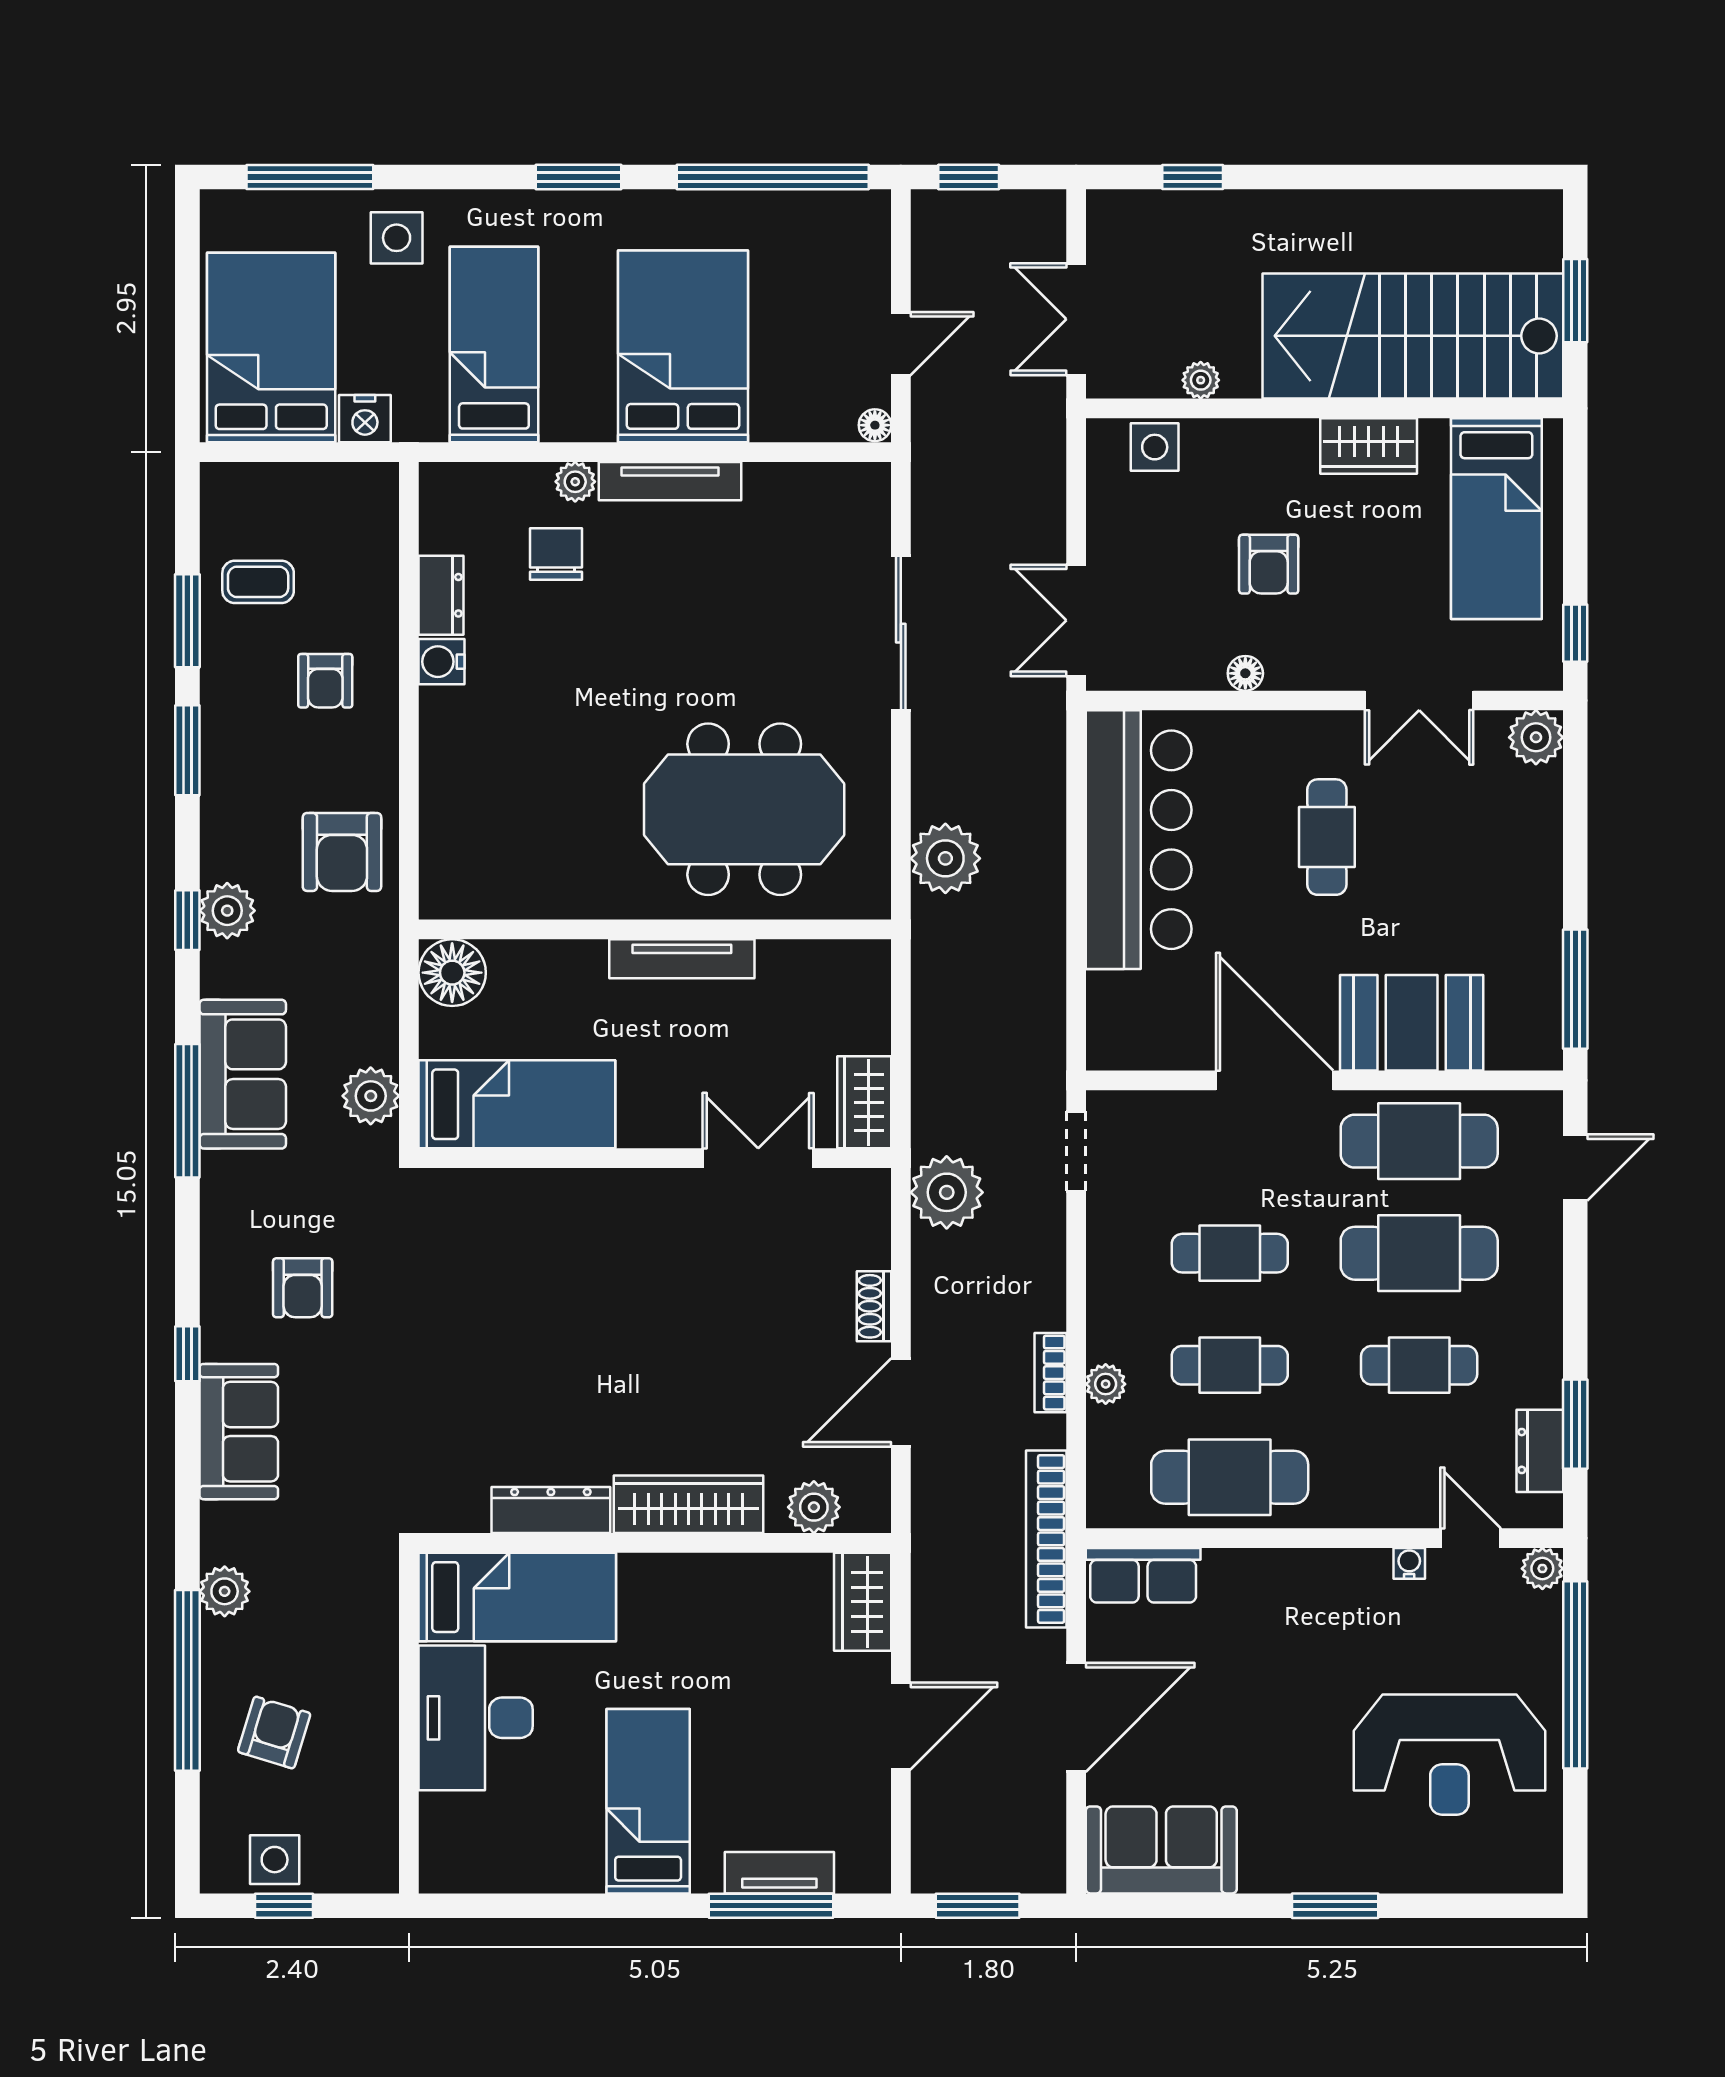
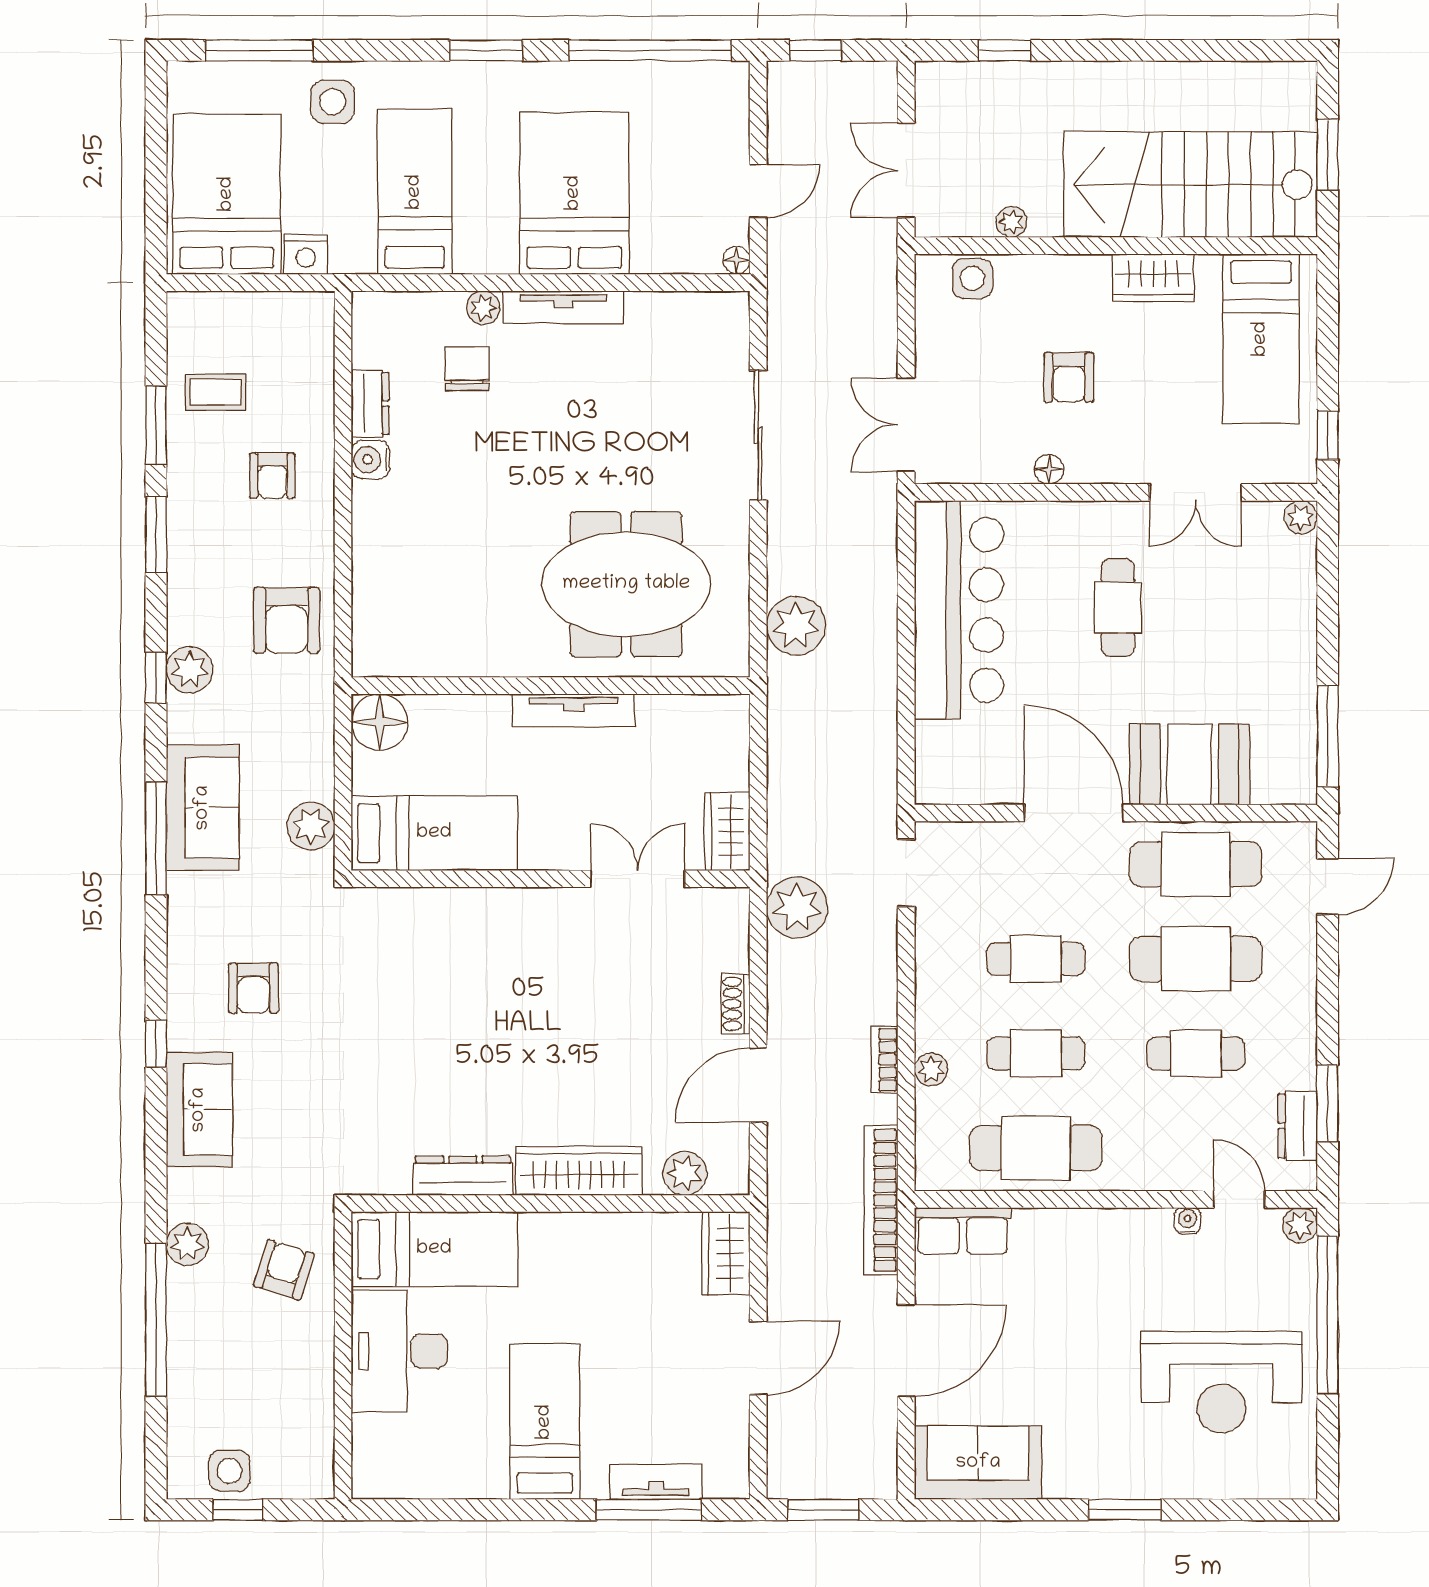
plant: (1536, 737) -> (1301, 517), width x0.73, depth x0.73
armchair: (274, 1732) -> (284, 1270), moved

